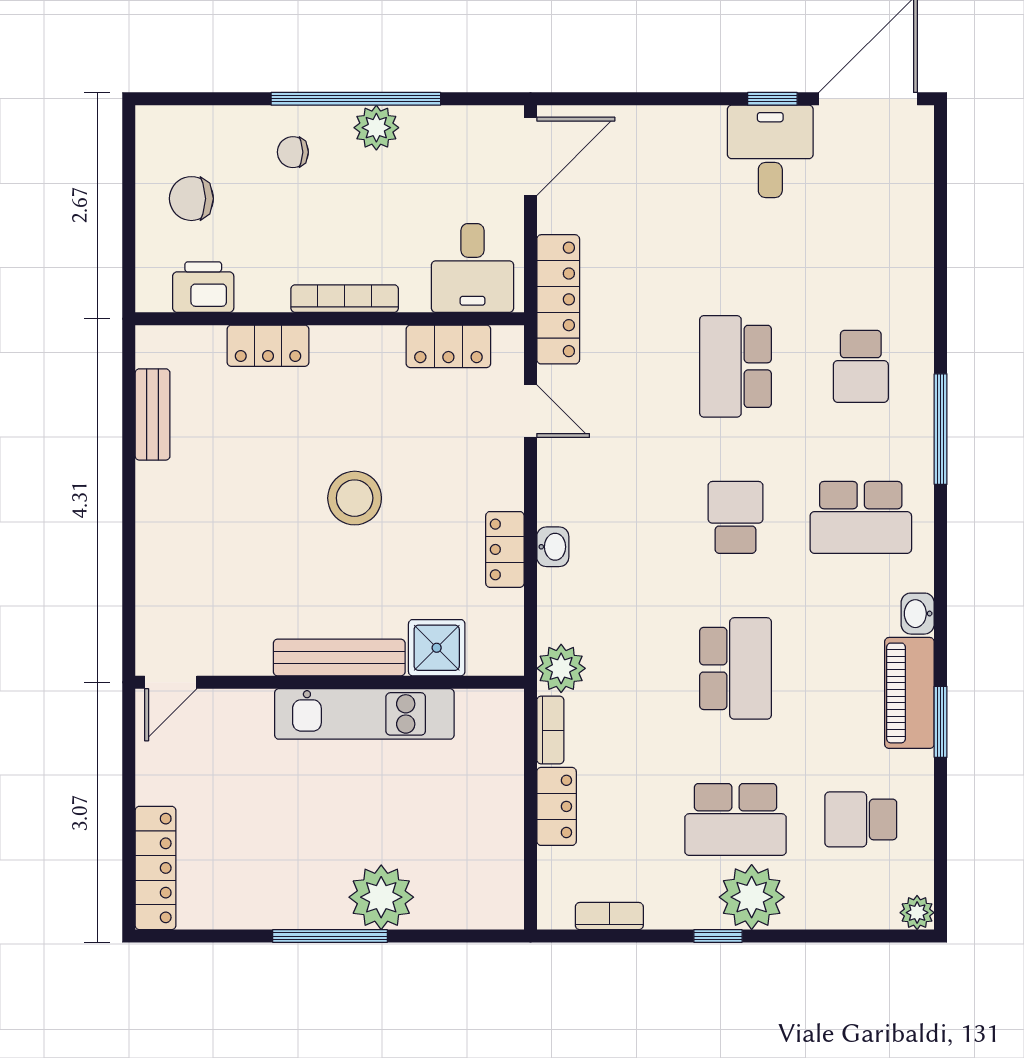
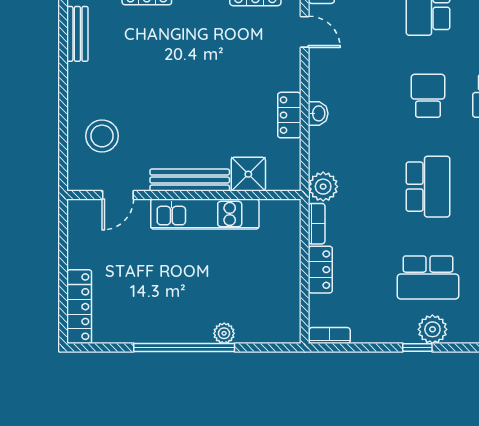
stool: (355, 498) -> (102, 136), moved
door: (171, 682) -> (118, 195), moved
plant: (381, 897) -> (224, 333), width x0.53, depth x0.53
plant: (752, 897) -> (432, 329), width x0.73, depth x0.73
bookcase: (609, 916) -> (330, 336), moved
window: (330, 936) -> (184, 348), width x1.46

